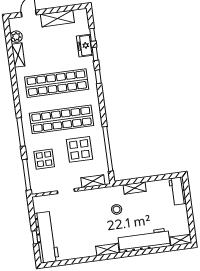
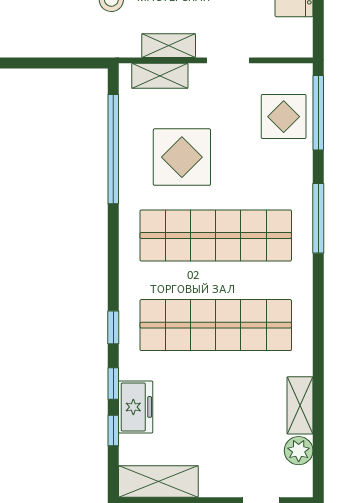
shelving: (57, 18) -> (158, 482), moved
display table: (44, 159) -> (284, 117), moved
shelving: (135, 188) -> (169, 46), moved

